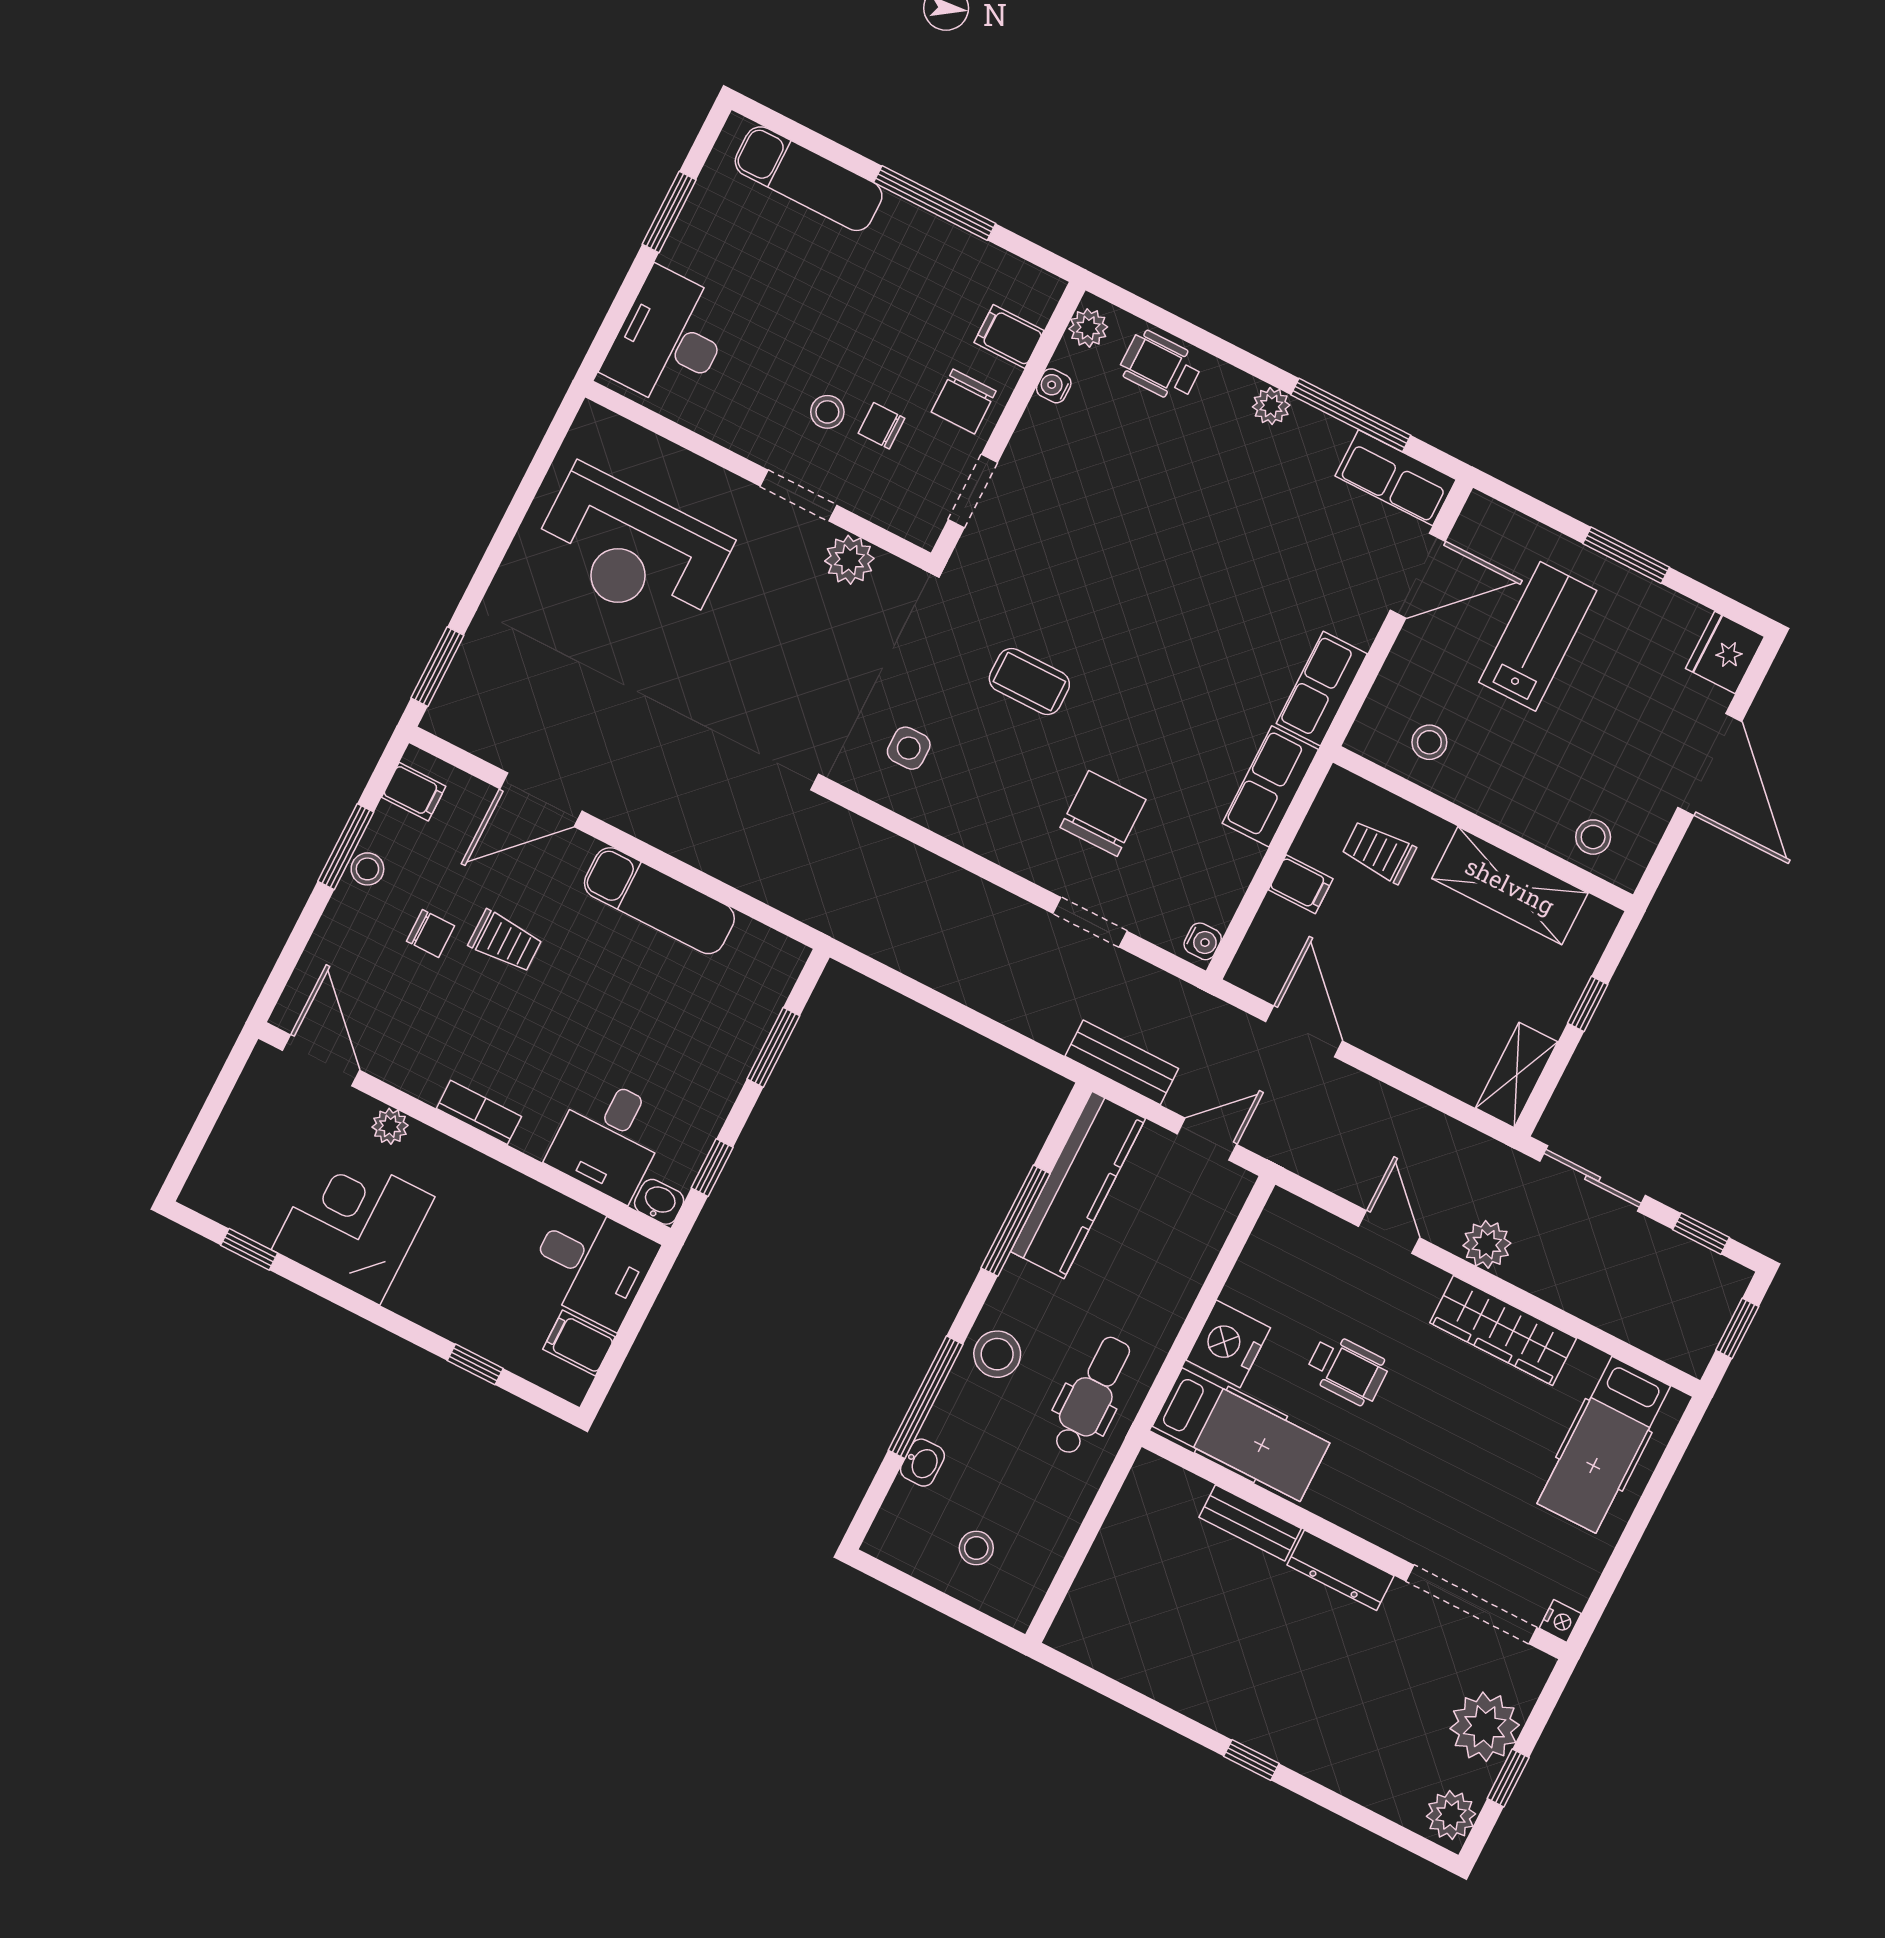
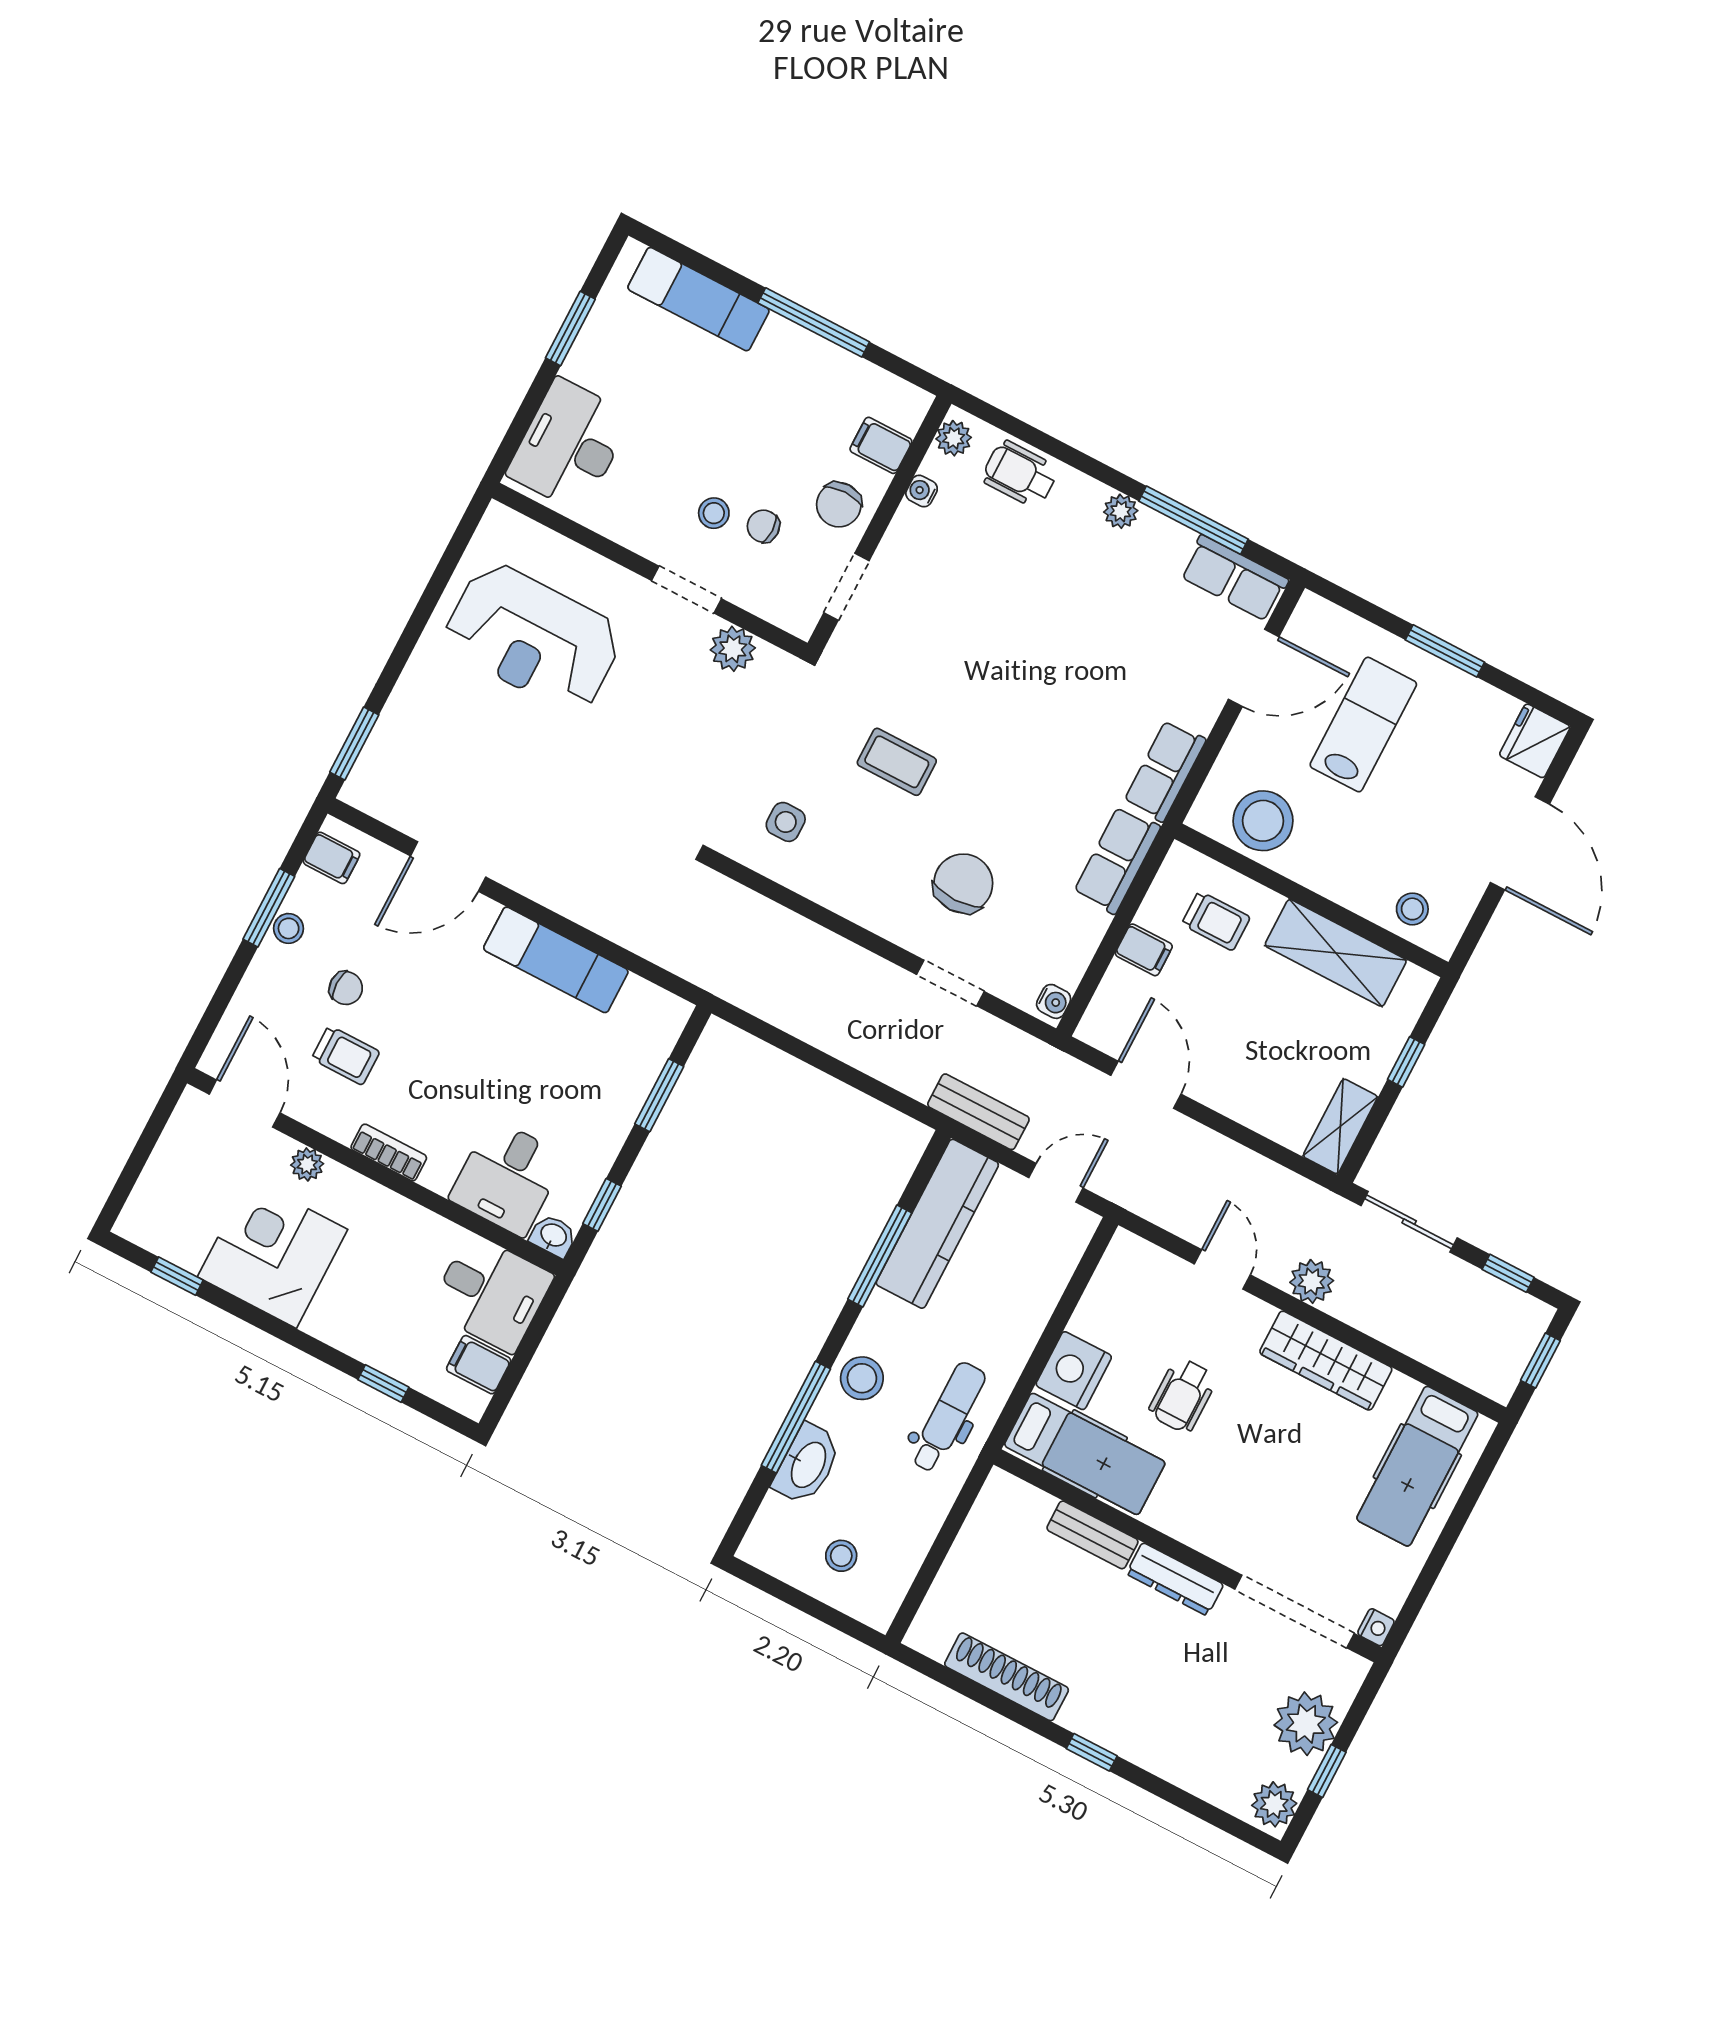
stool: (1429, 742) -> (1263, 821), width x1.89, depth x1.89
trolley: (1379, 852) -> (1216, 921), turned 180
trolley: (505, 941) -> (346, 1055), moved
wheelchair: (1347, 1370) -> (1183, 1395), turned 90
washbasin: (922, 1463) -> (807, 1464), width x1.91, depth x1.45
shoe rack: (1158, 1679) -> (1007, 1677), added

